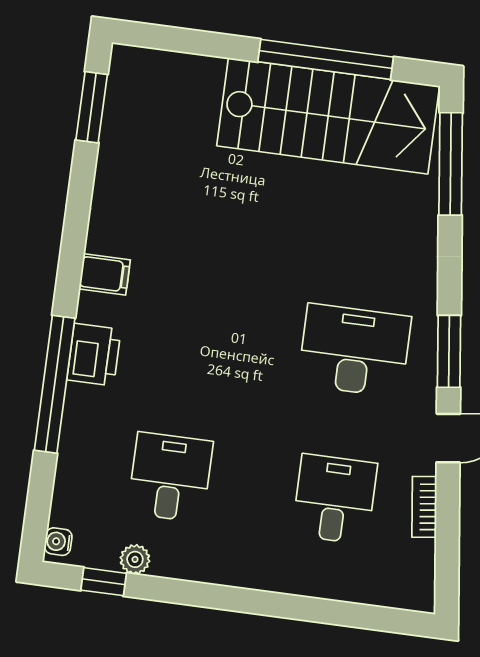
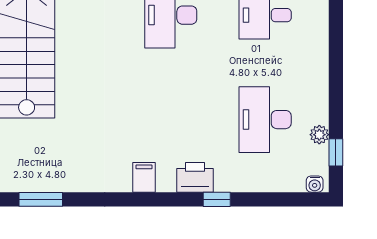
window: (55, 384) -> (217, 199), width x0.32
desk: (170, 477) -> (265, 120), width x1.37

